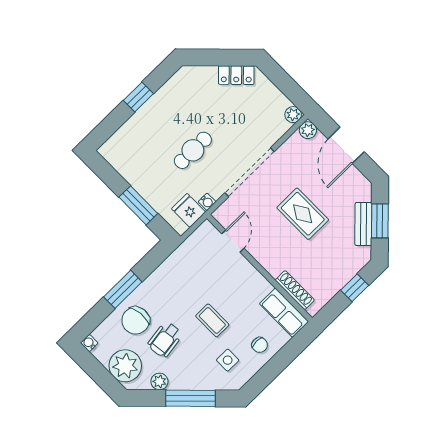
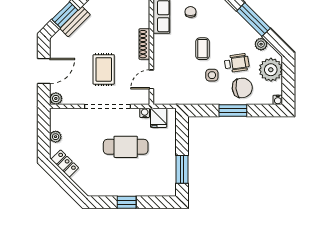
plant: (293, 115) -> (56, 137), moved
cafe table: (193, 150) -> (126, 147), width x1.37, depth x1.35
window: (138, 205) -> (182, 169), moved
rug: (303, 214) -> (104, 69), moved
shoe rack: (295, 290) -> (144, 44), moved
side table: (228, 360) -> (212, 75), moved

